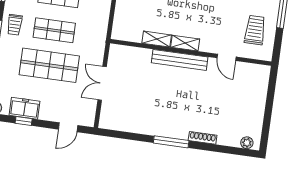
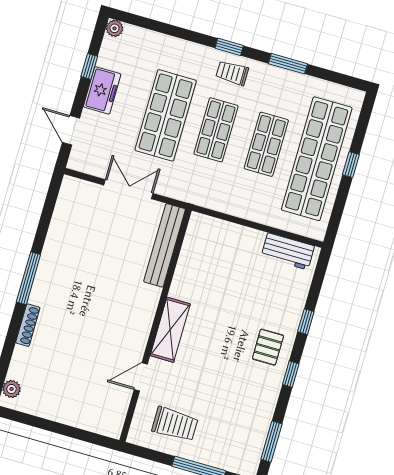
shelving: (157, 39) -> (182, 278), removed
shelving: (185, 43) -> (170, 330), width x1.50, depth x1.33
bench: (180, 60) -> (165, 245), moved
freezer: (24, 108) -> (102, 90), moved

